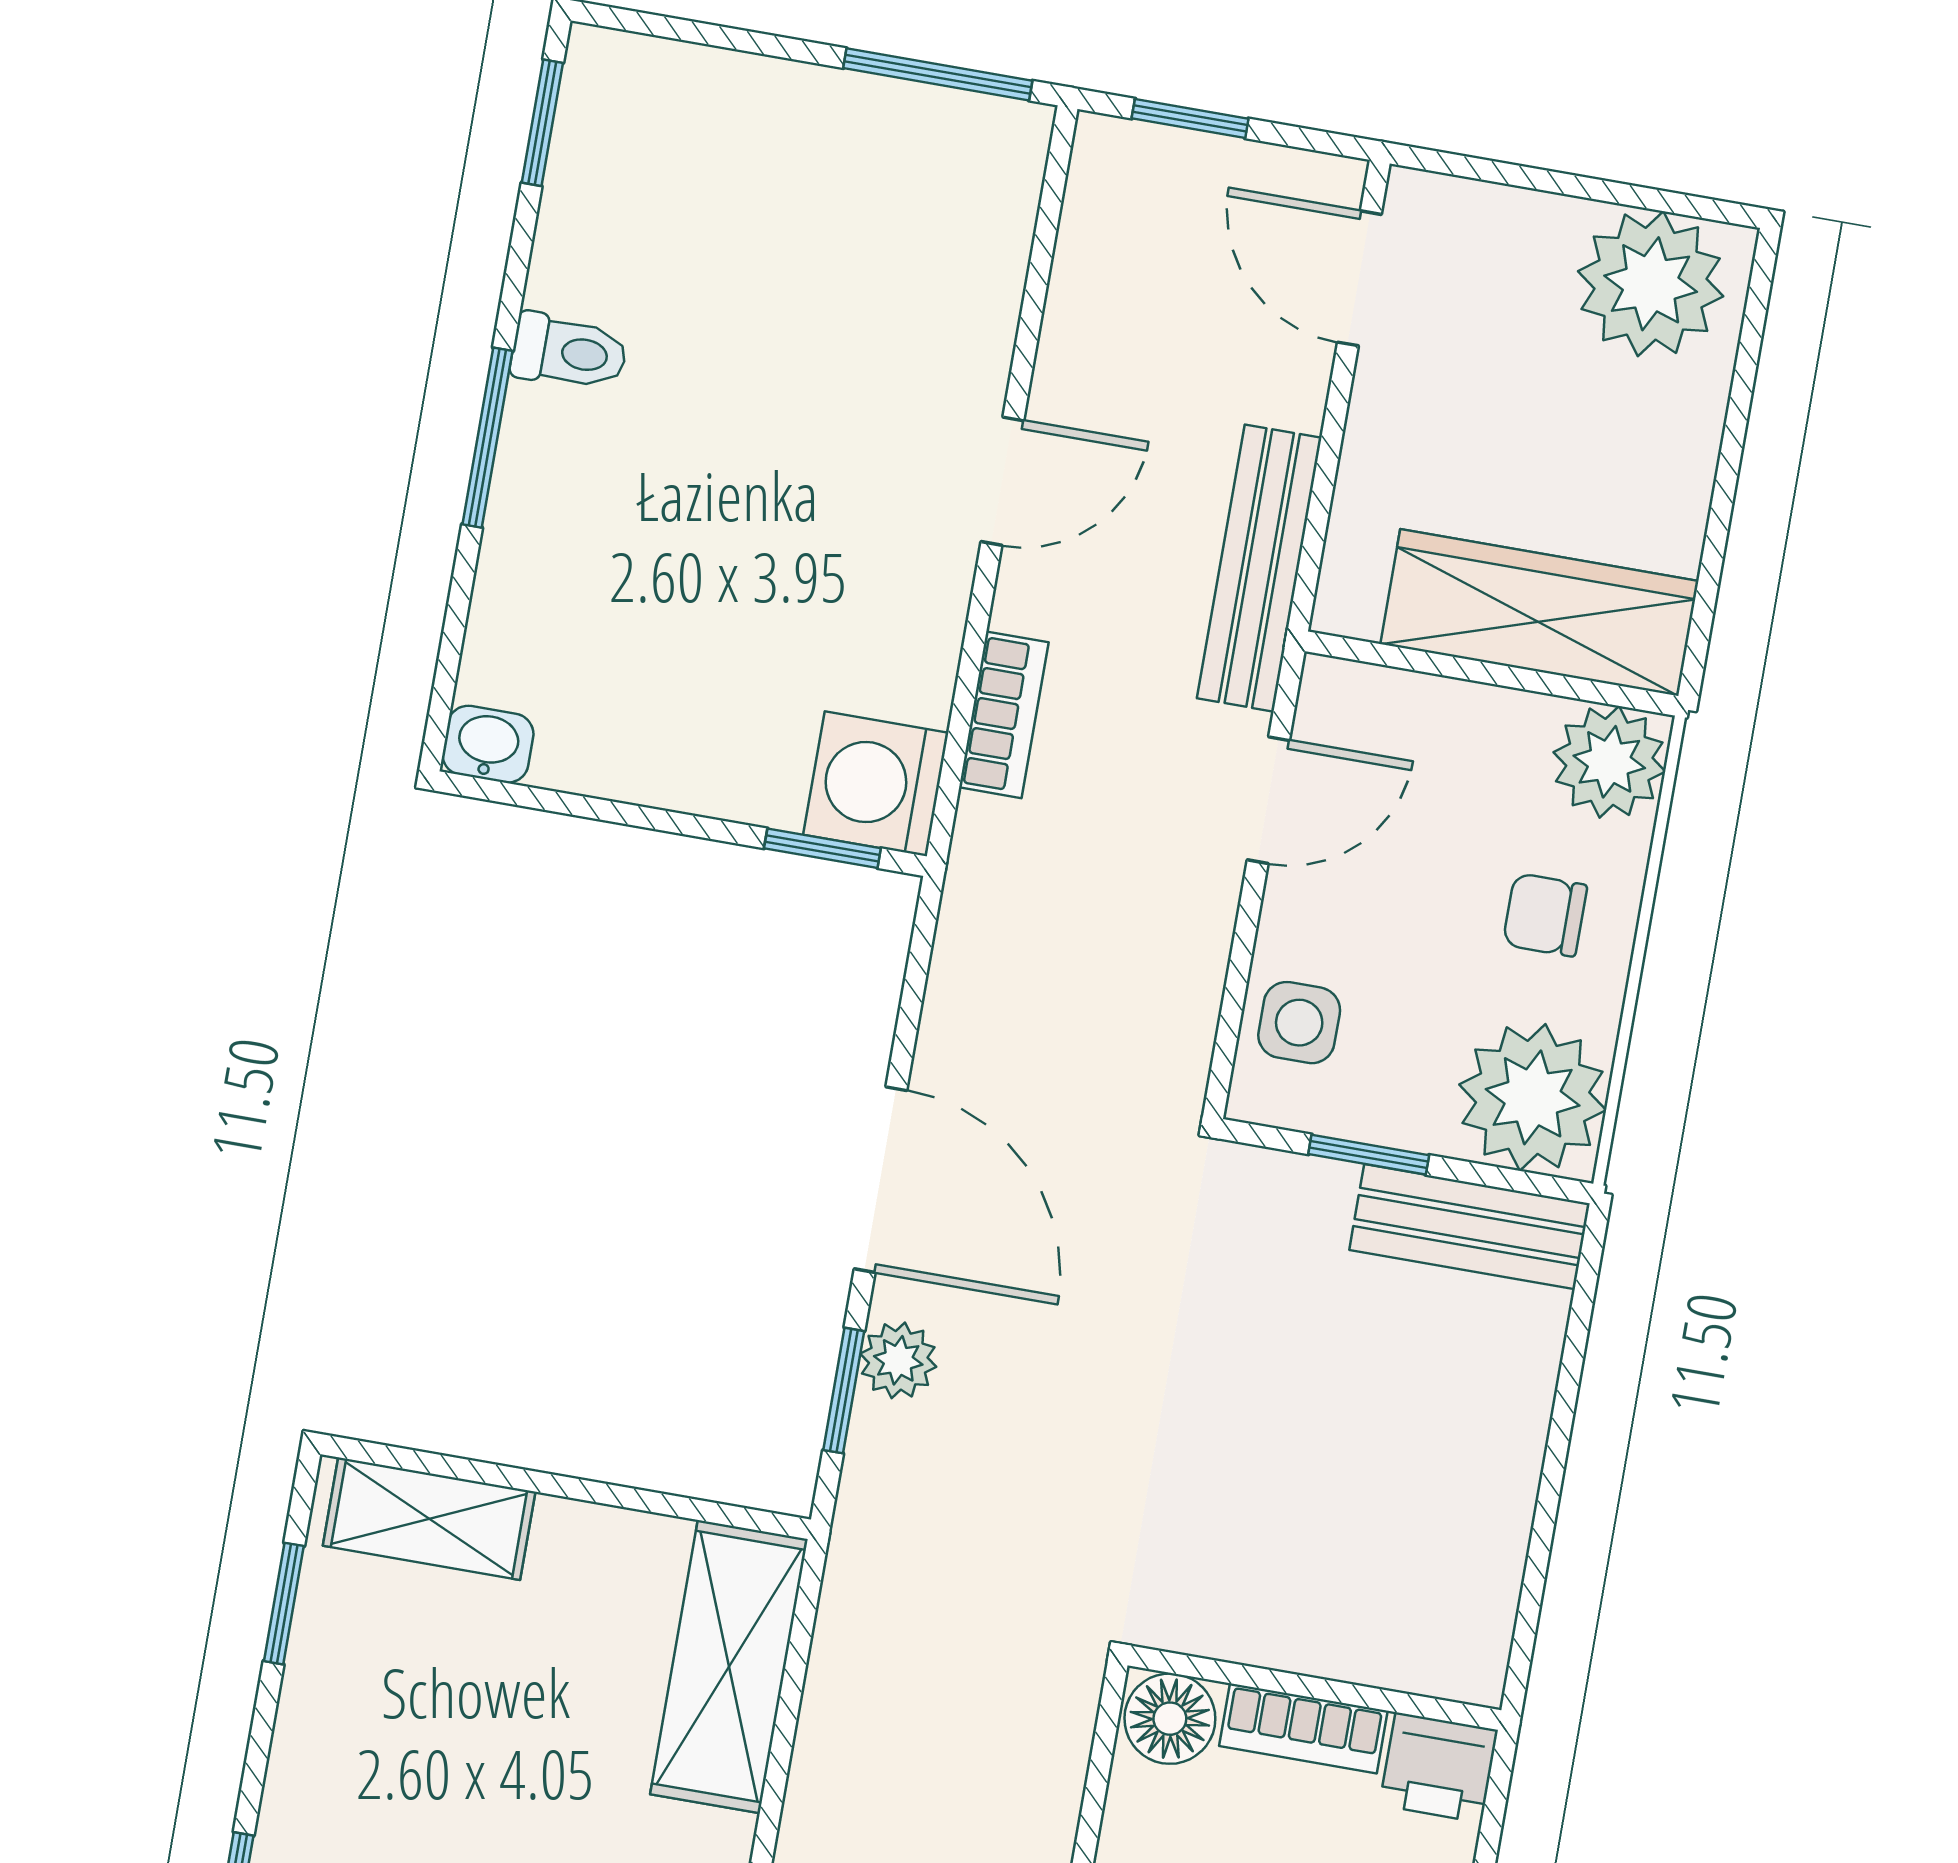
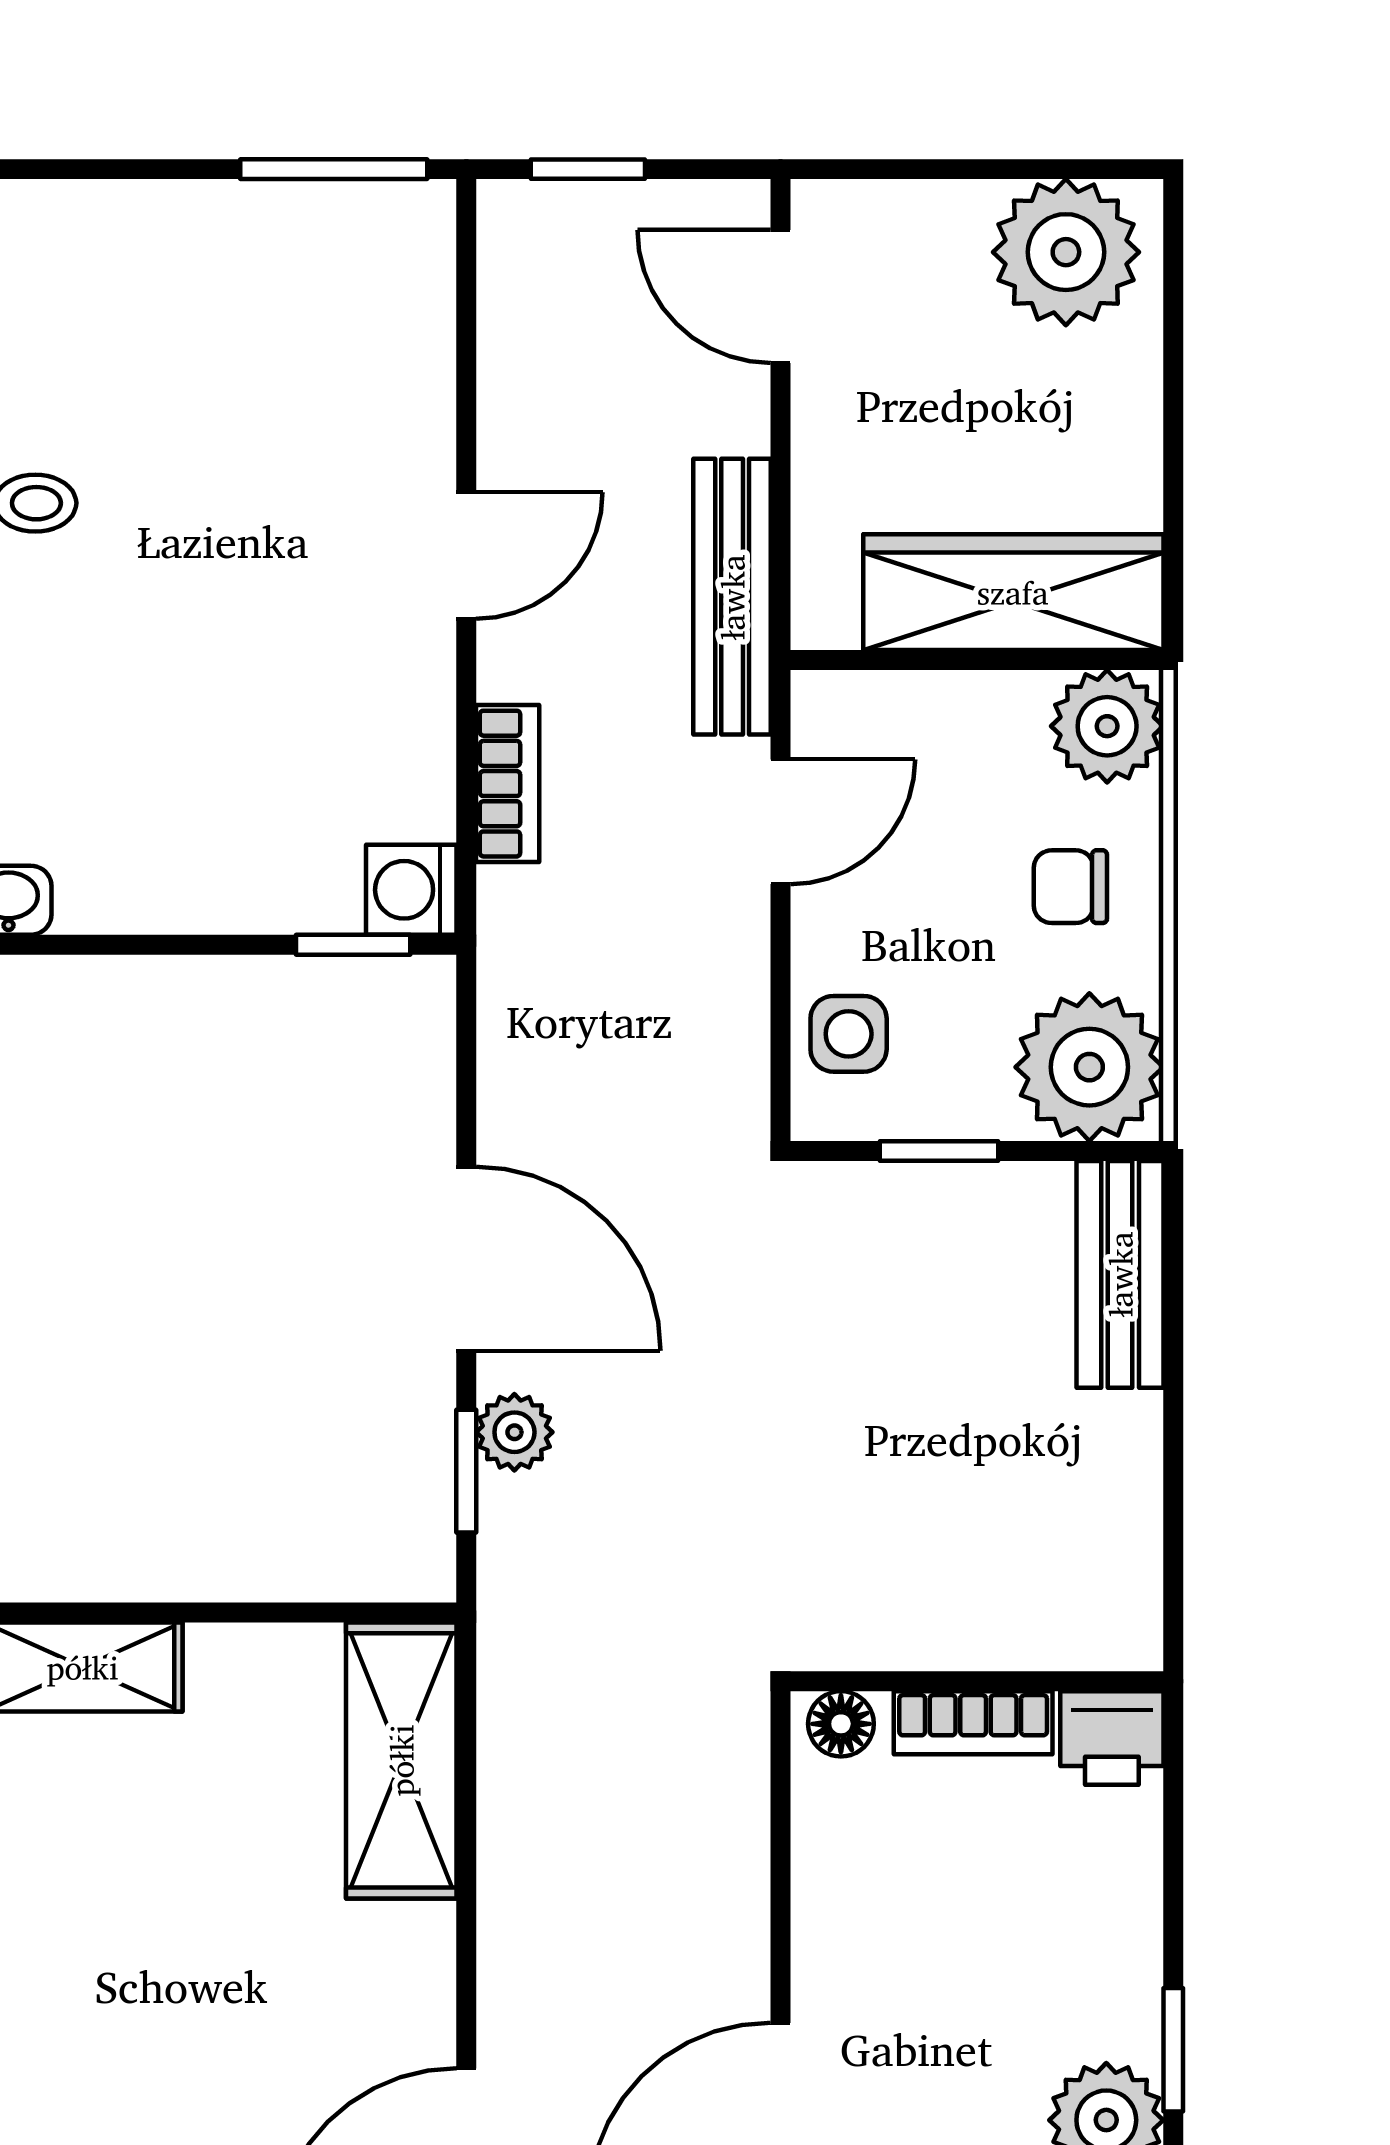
washing machine: (876, 784) -> (411, 890), width x0.73, depth x0.73
bench: (1470, 1227) -> (1120, 1274), moved, turned 90
floor lamp: (1170, 1719) -> (841, 1724), width x0.73, depth x0.73

